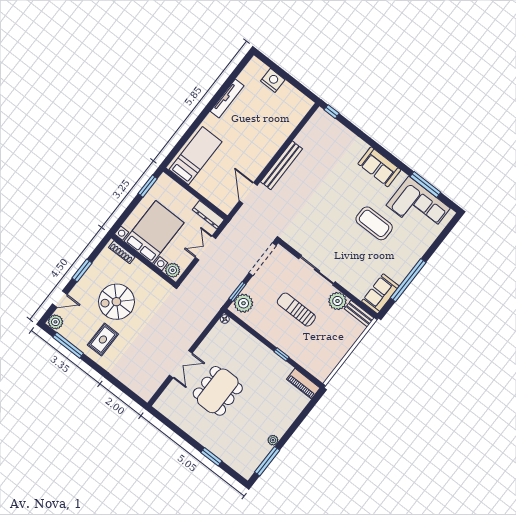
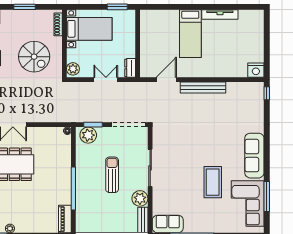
nightstand: (273, 80) -> (256, 70), moved, turned 90
bed: (196, 156) -> (190, 34), moved, turned 90
sofa: (379, 167) -> (254, 156), width x1.36
dresser: (208, 215) -> (130, 68), width x0.70
bed with nightstands: (154, 232) -> (89, 29), width x0.73
spiral stairs: (116, 302) -> (34, 57), moved, turned 180
window: (282, 354) -> (73, 189), width x3.17

